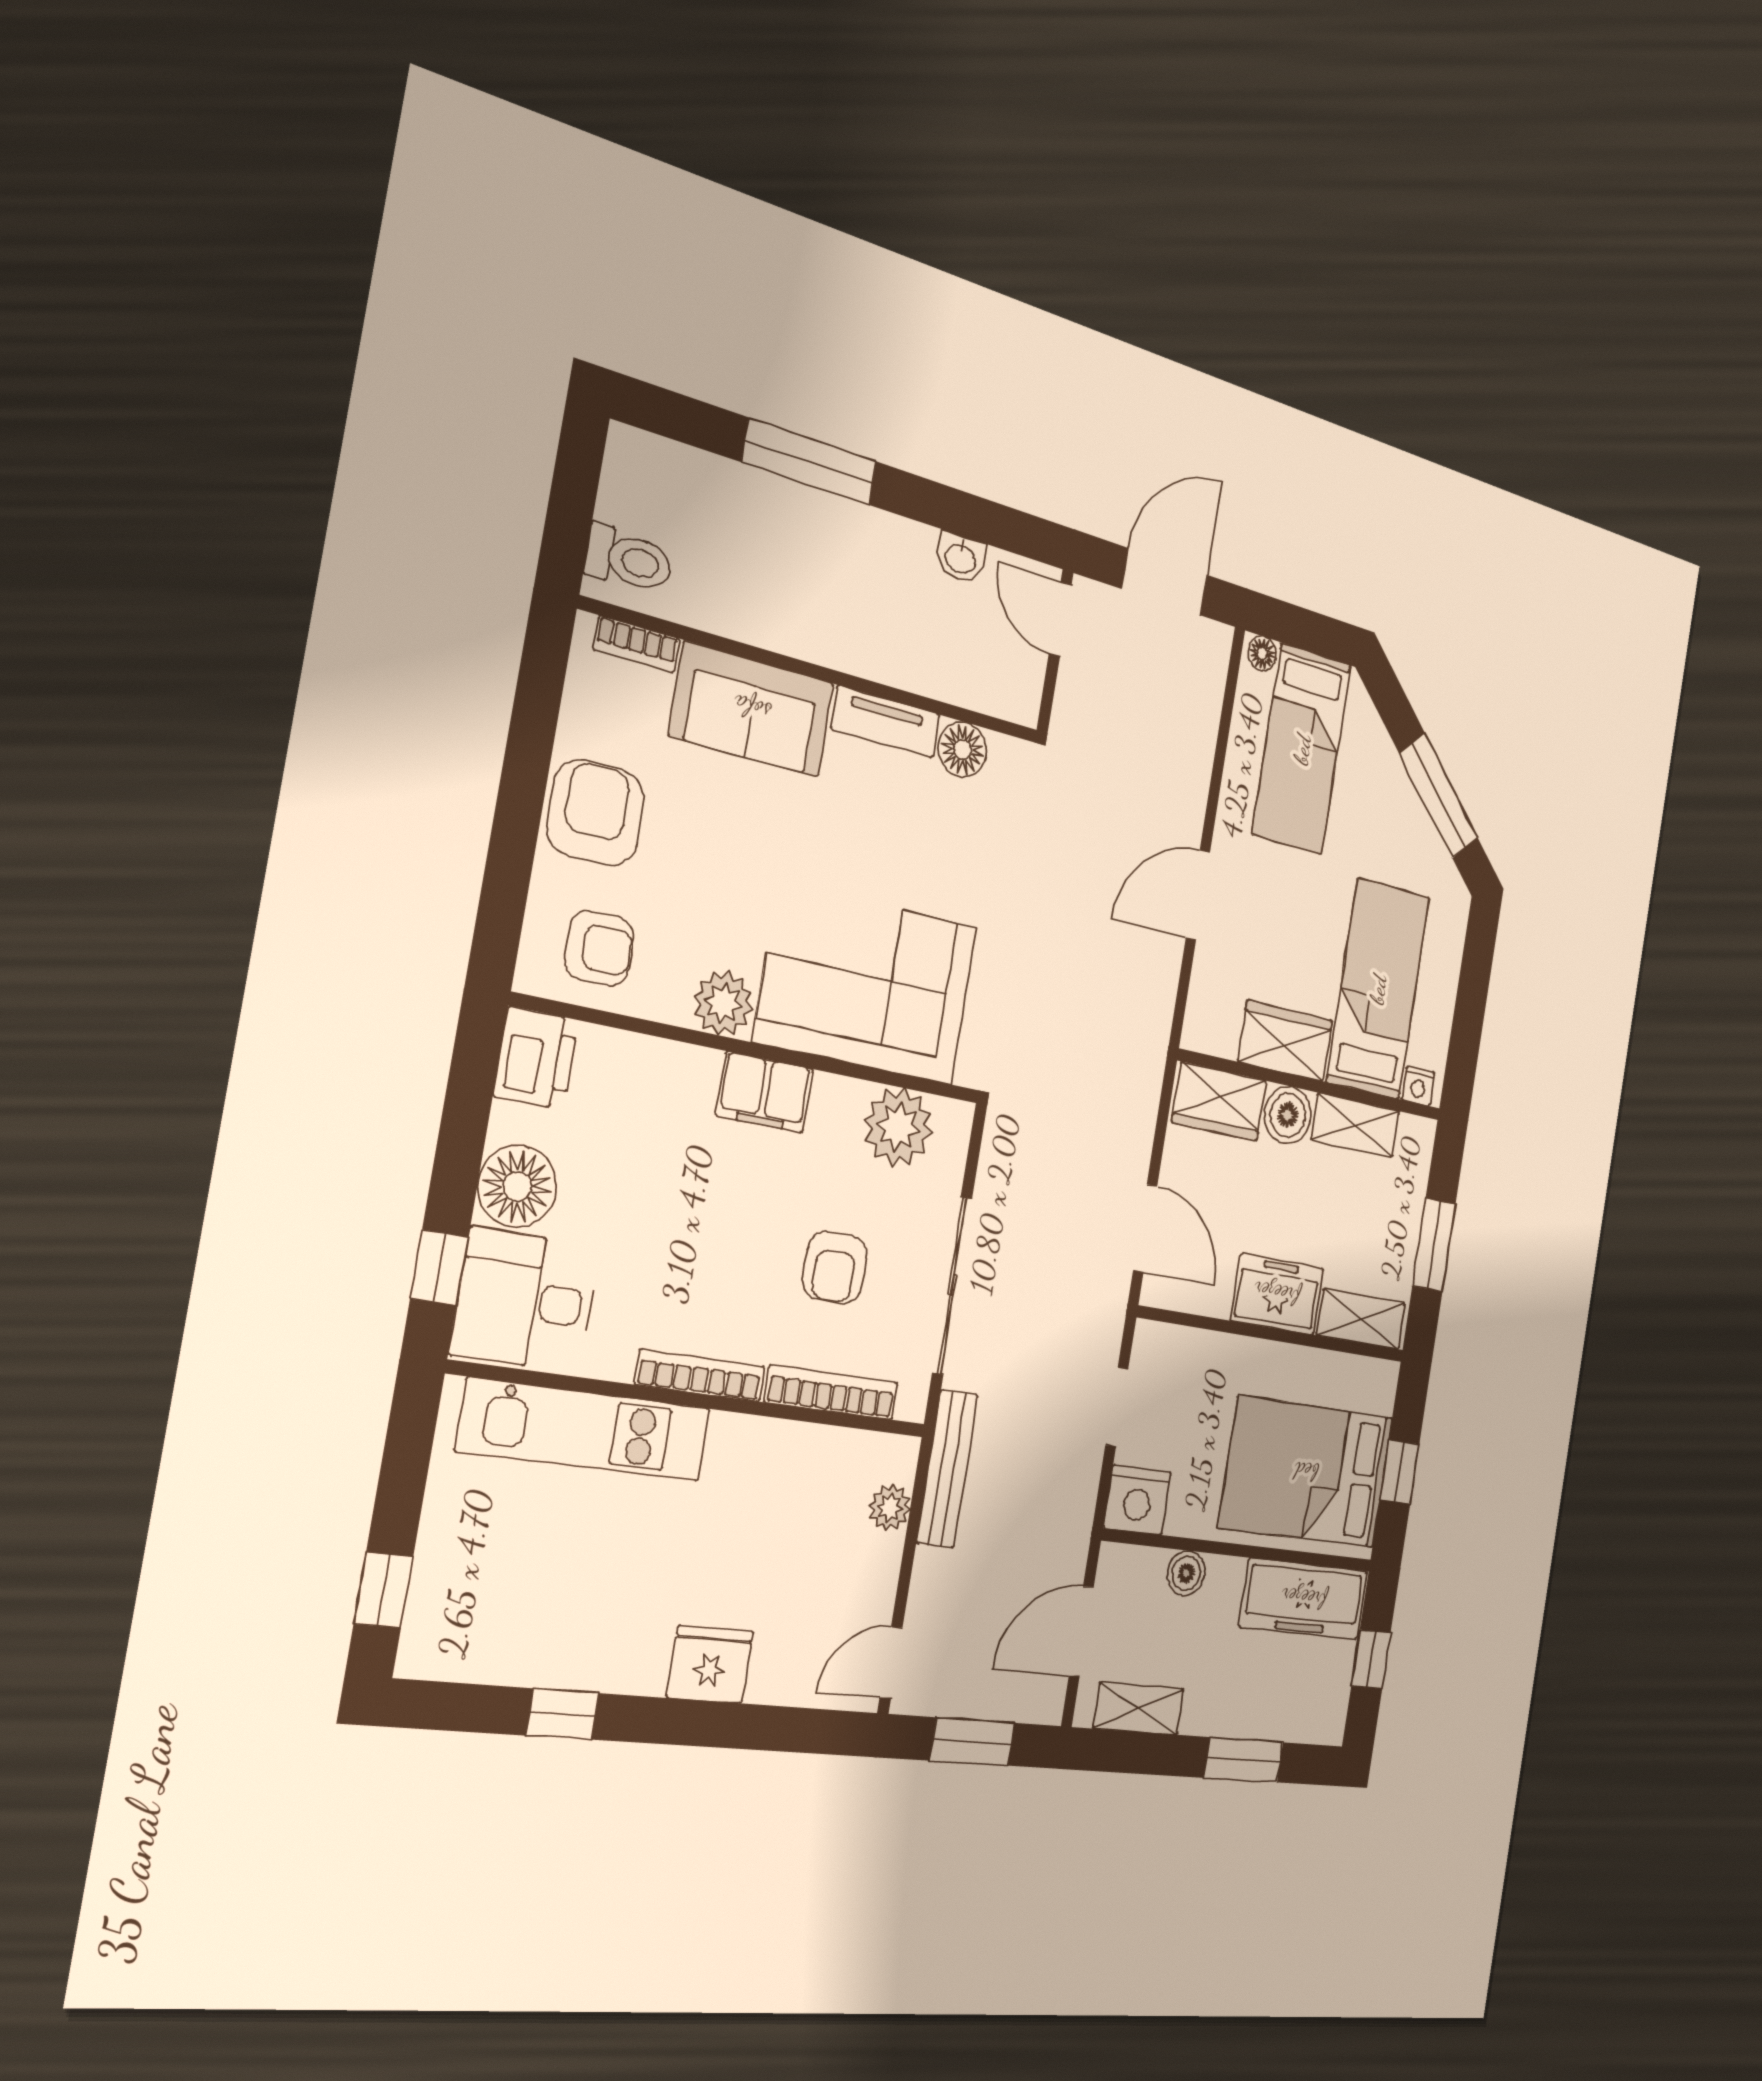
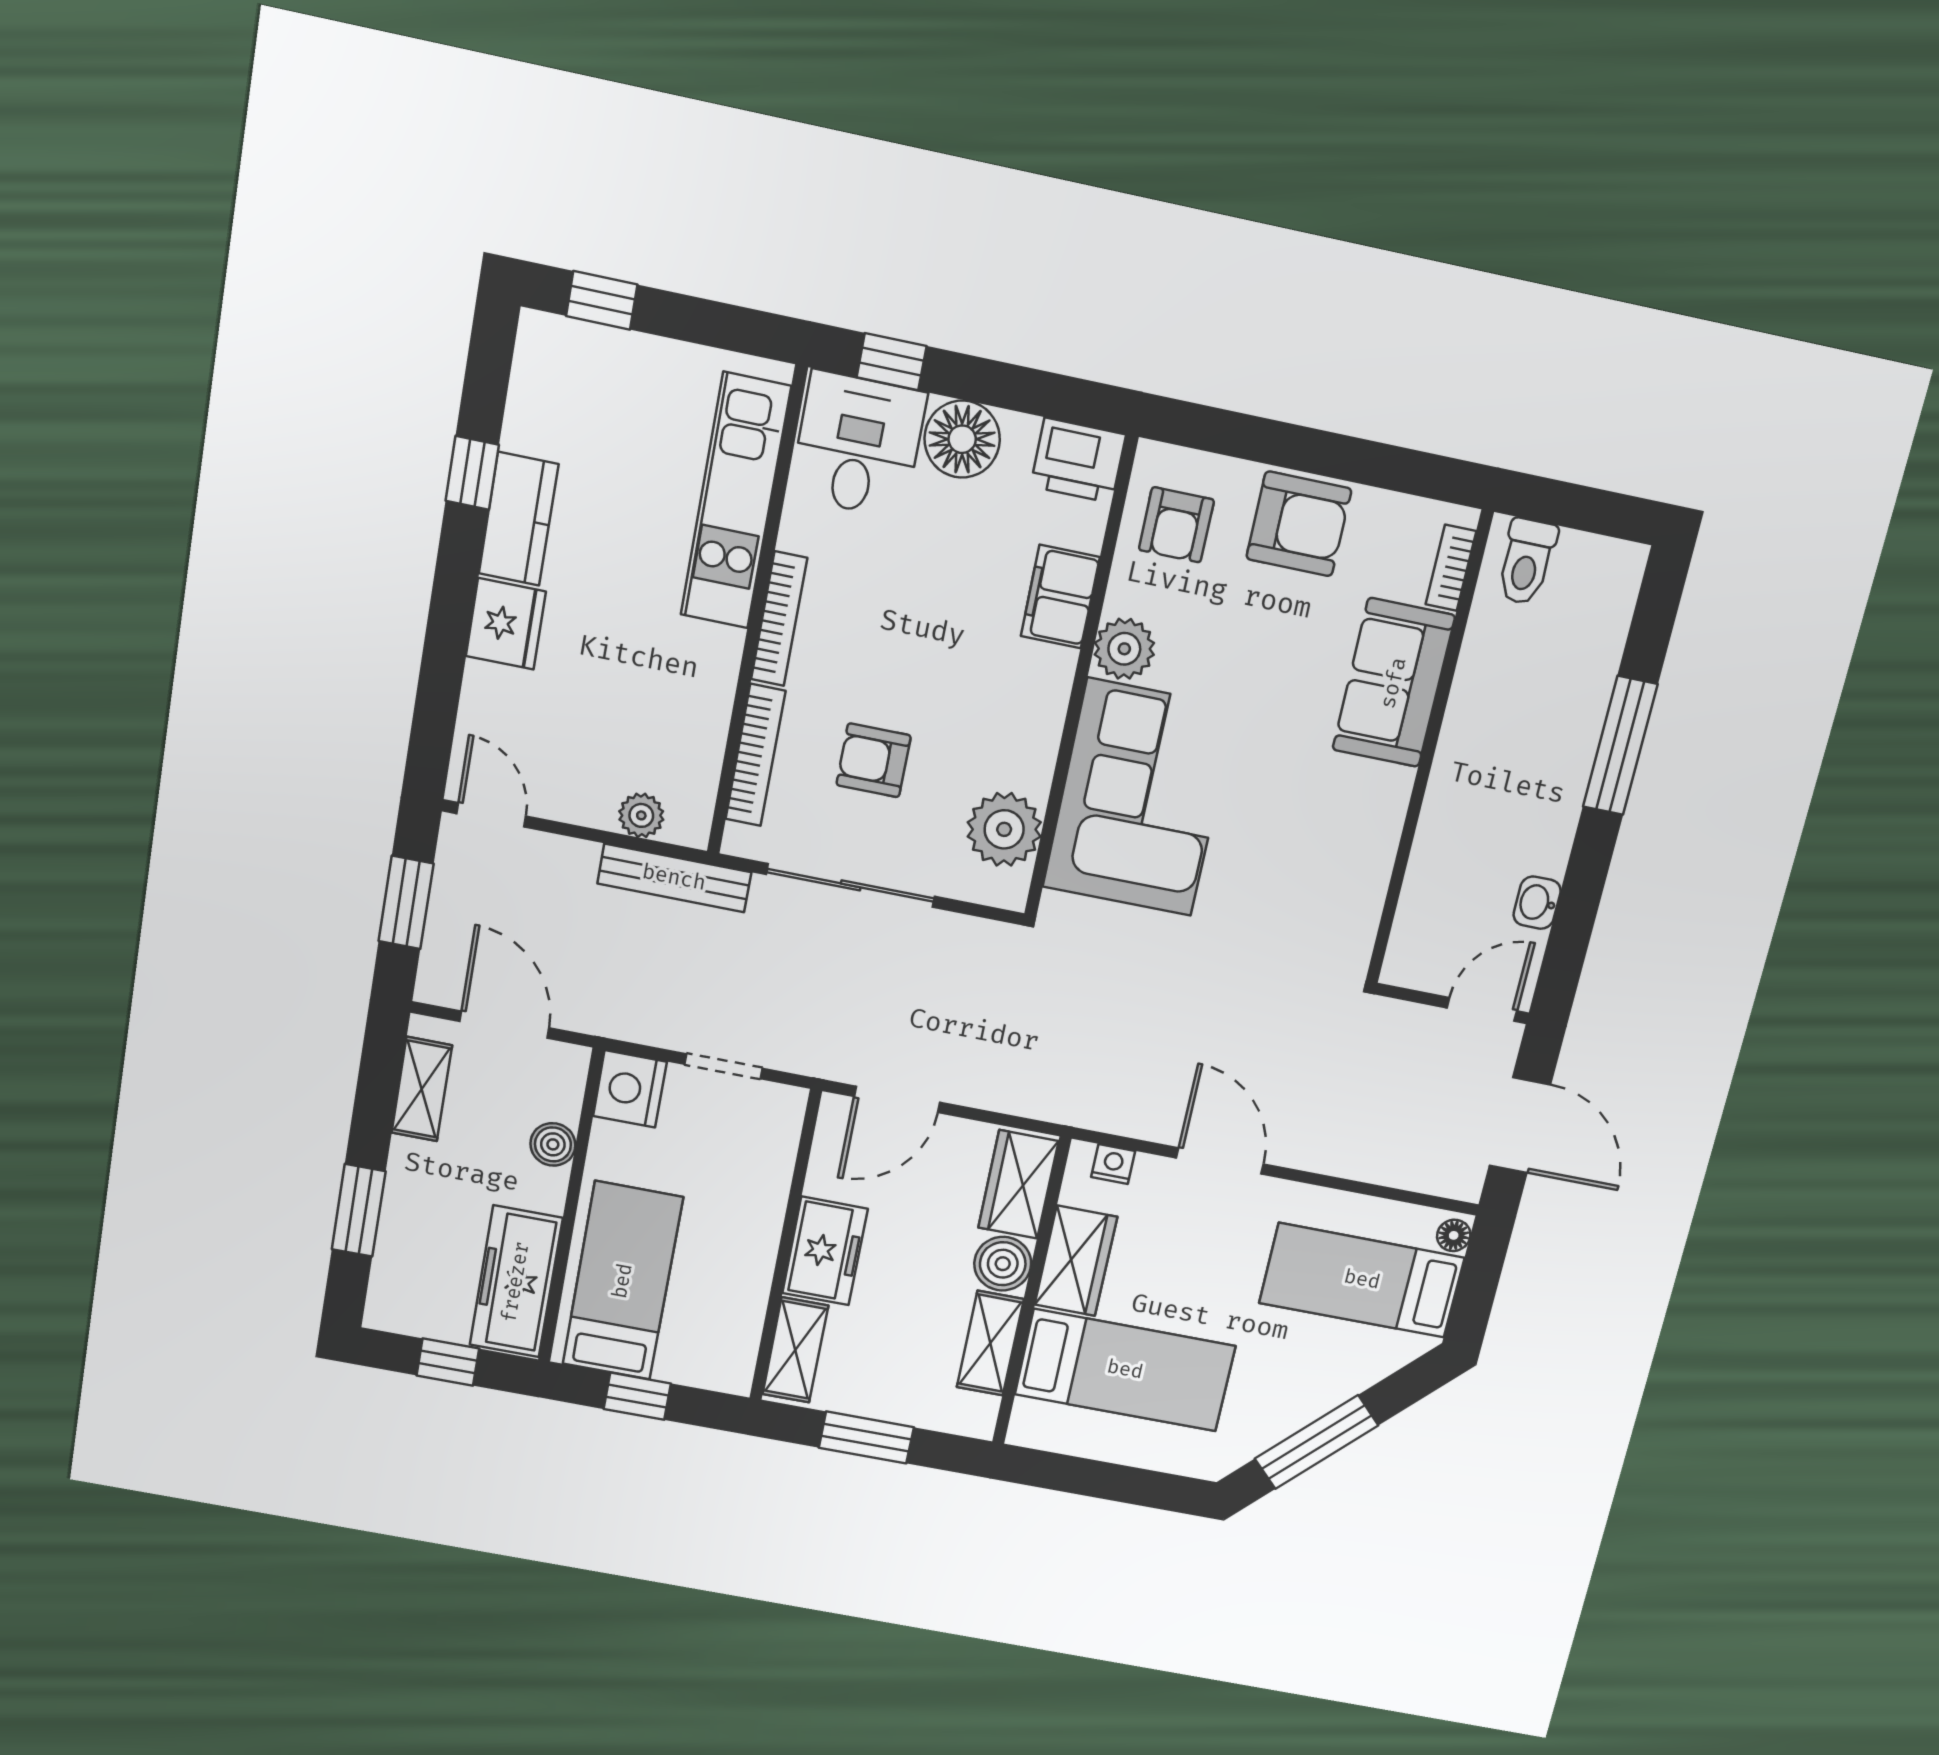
tv unit: (885, 722) -> (1384, 821), removed
floor lamp: (962, 750) -> (1358, 902), removed
nightstand: (1418, 1086) -> (1113, 1164), moved, turned 90
filing cabinet: (765, 1092) -> (1060, 597), moved
bed: (1306, 1472) -> (623, 1281), width x0.67
kitchen counter: (607, 1661) -> (519, 519), added

